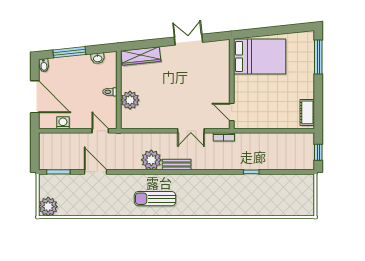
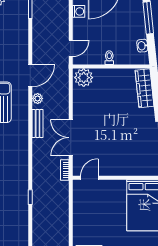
plant: (130, 100) -> (84, 78), moved
double door: (191, 131) -> (71, 138), width x1.37
plant: (151, 160) -> (38, 98), width x0.53, depth x0.53
door: (96, 172) -> (30, 75), moved

